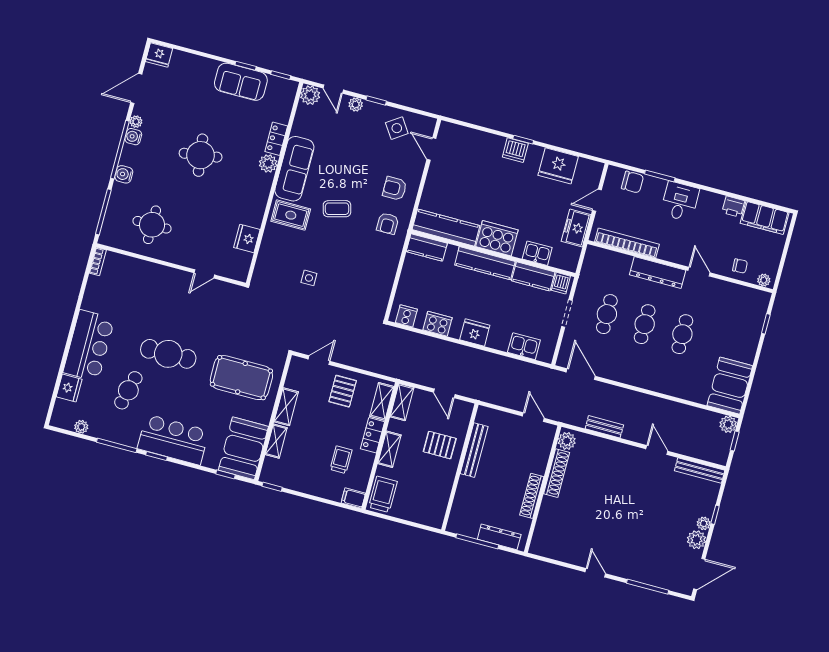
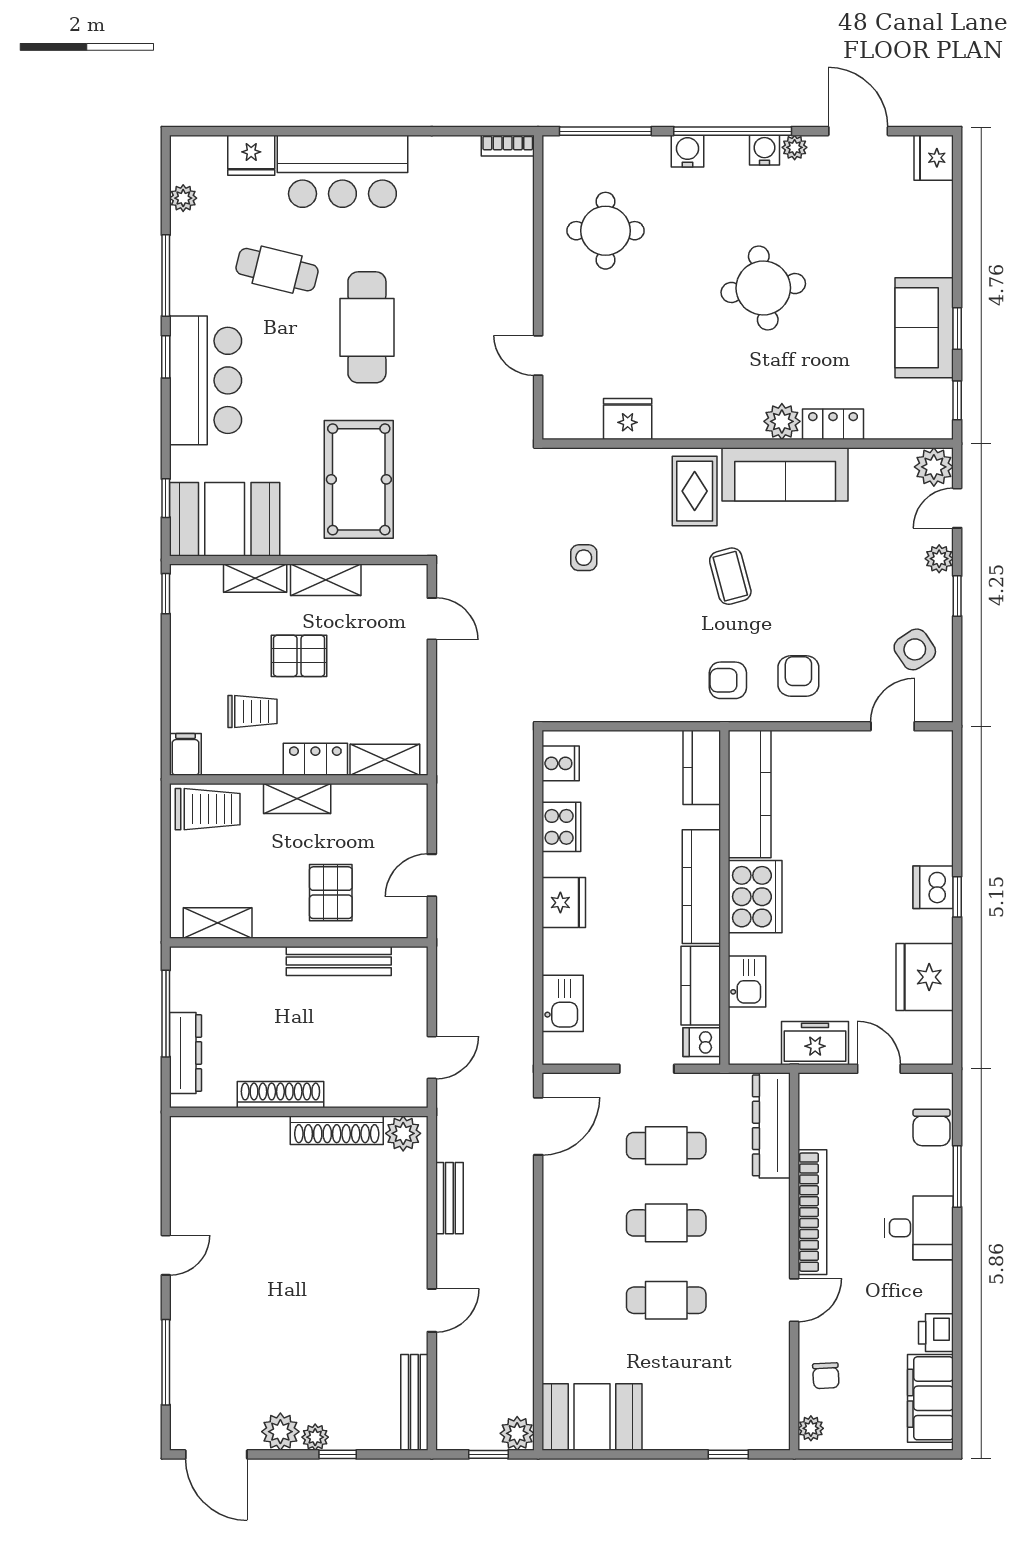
bookcase: (627, 243) -> (812, 1212), moved
dresser: (658, 273) -> (771, 1125), moved
pallet: (343, 391) -> (299, 656), moved
shelving: (402, 402) -> (218, 923), moved

